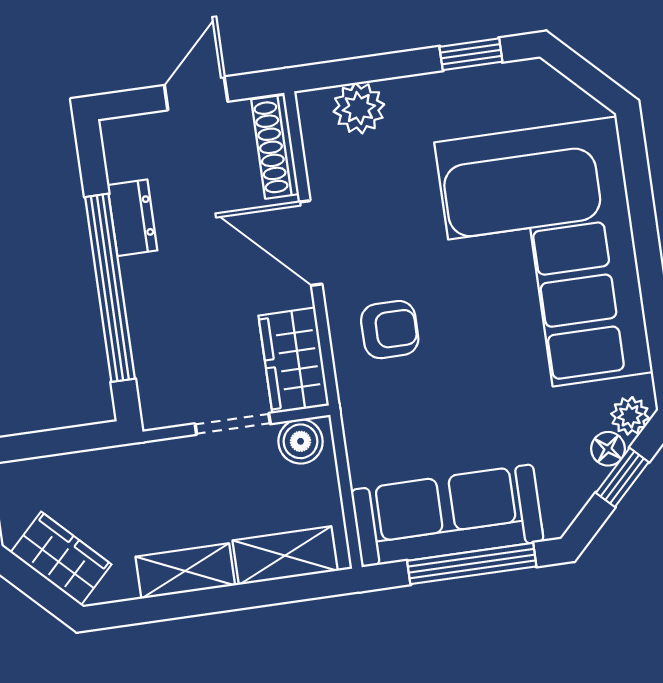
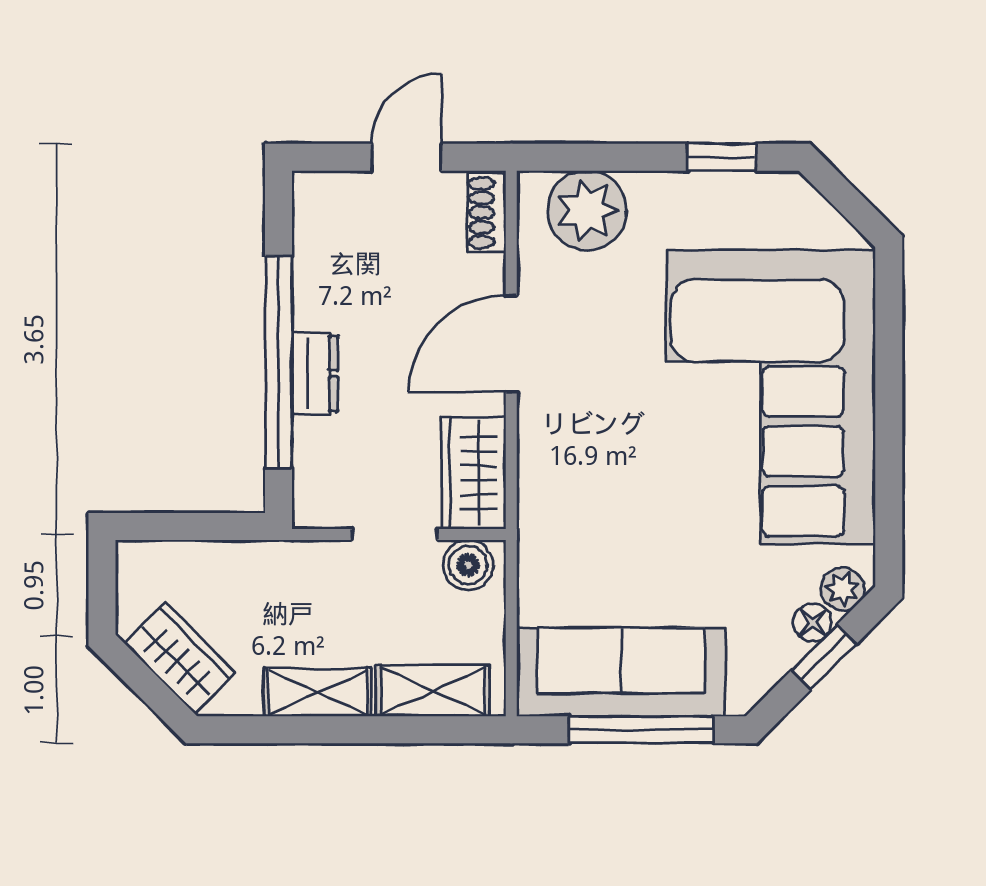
plant: (359, 108) -> (587, 210), width x1.36, depth x1.36
shoe rack: (275, 147) -> (487, 213), width x0.70
dresser: (132, 218) -> (315, 374), moved
door: (311, 243) -> (511, 344), hinge flipped
armchair: (390, 330) -> (586, 454), removed

